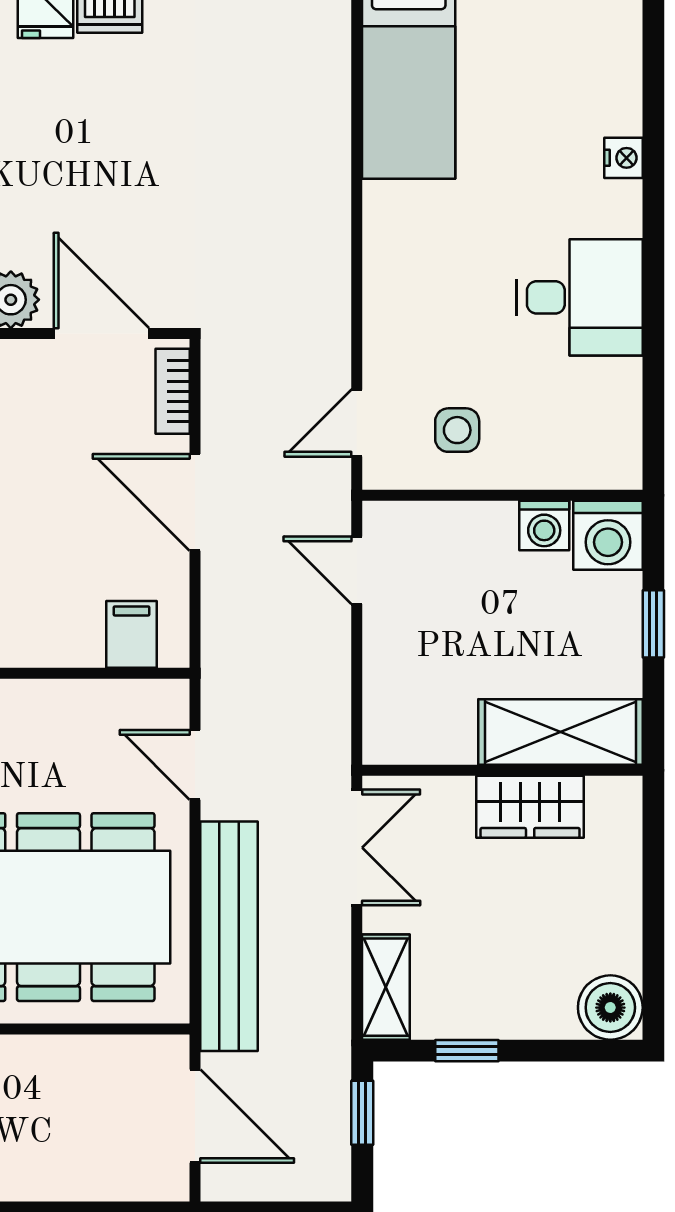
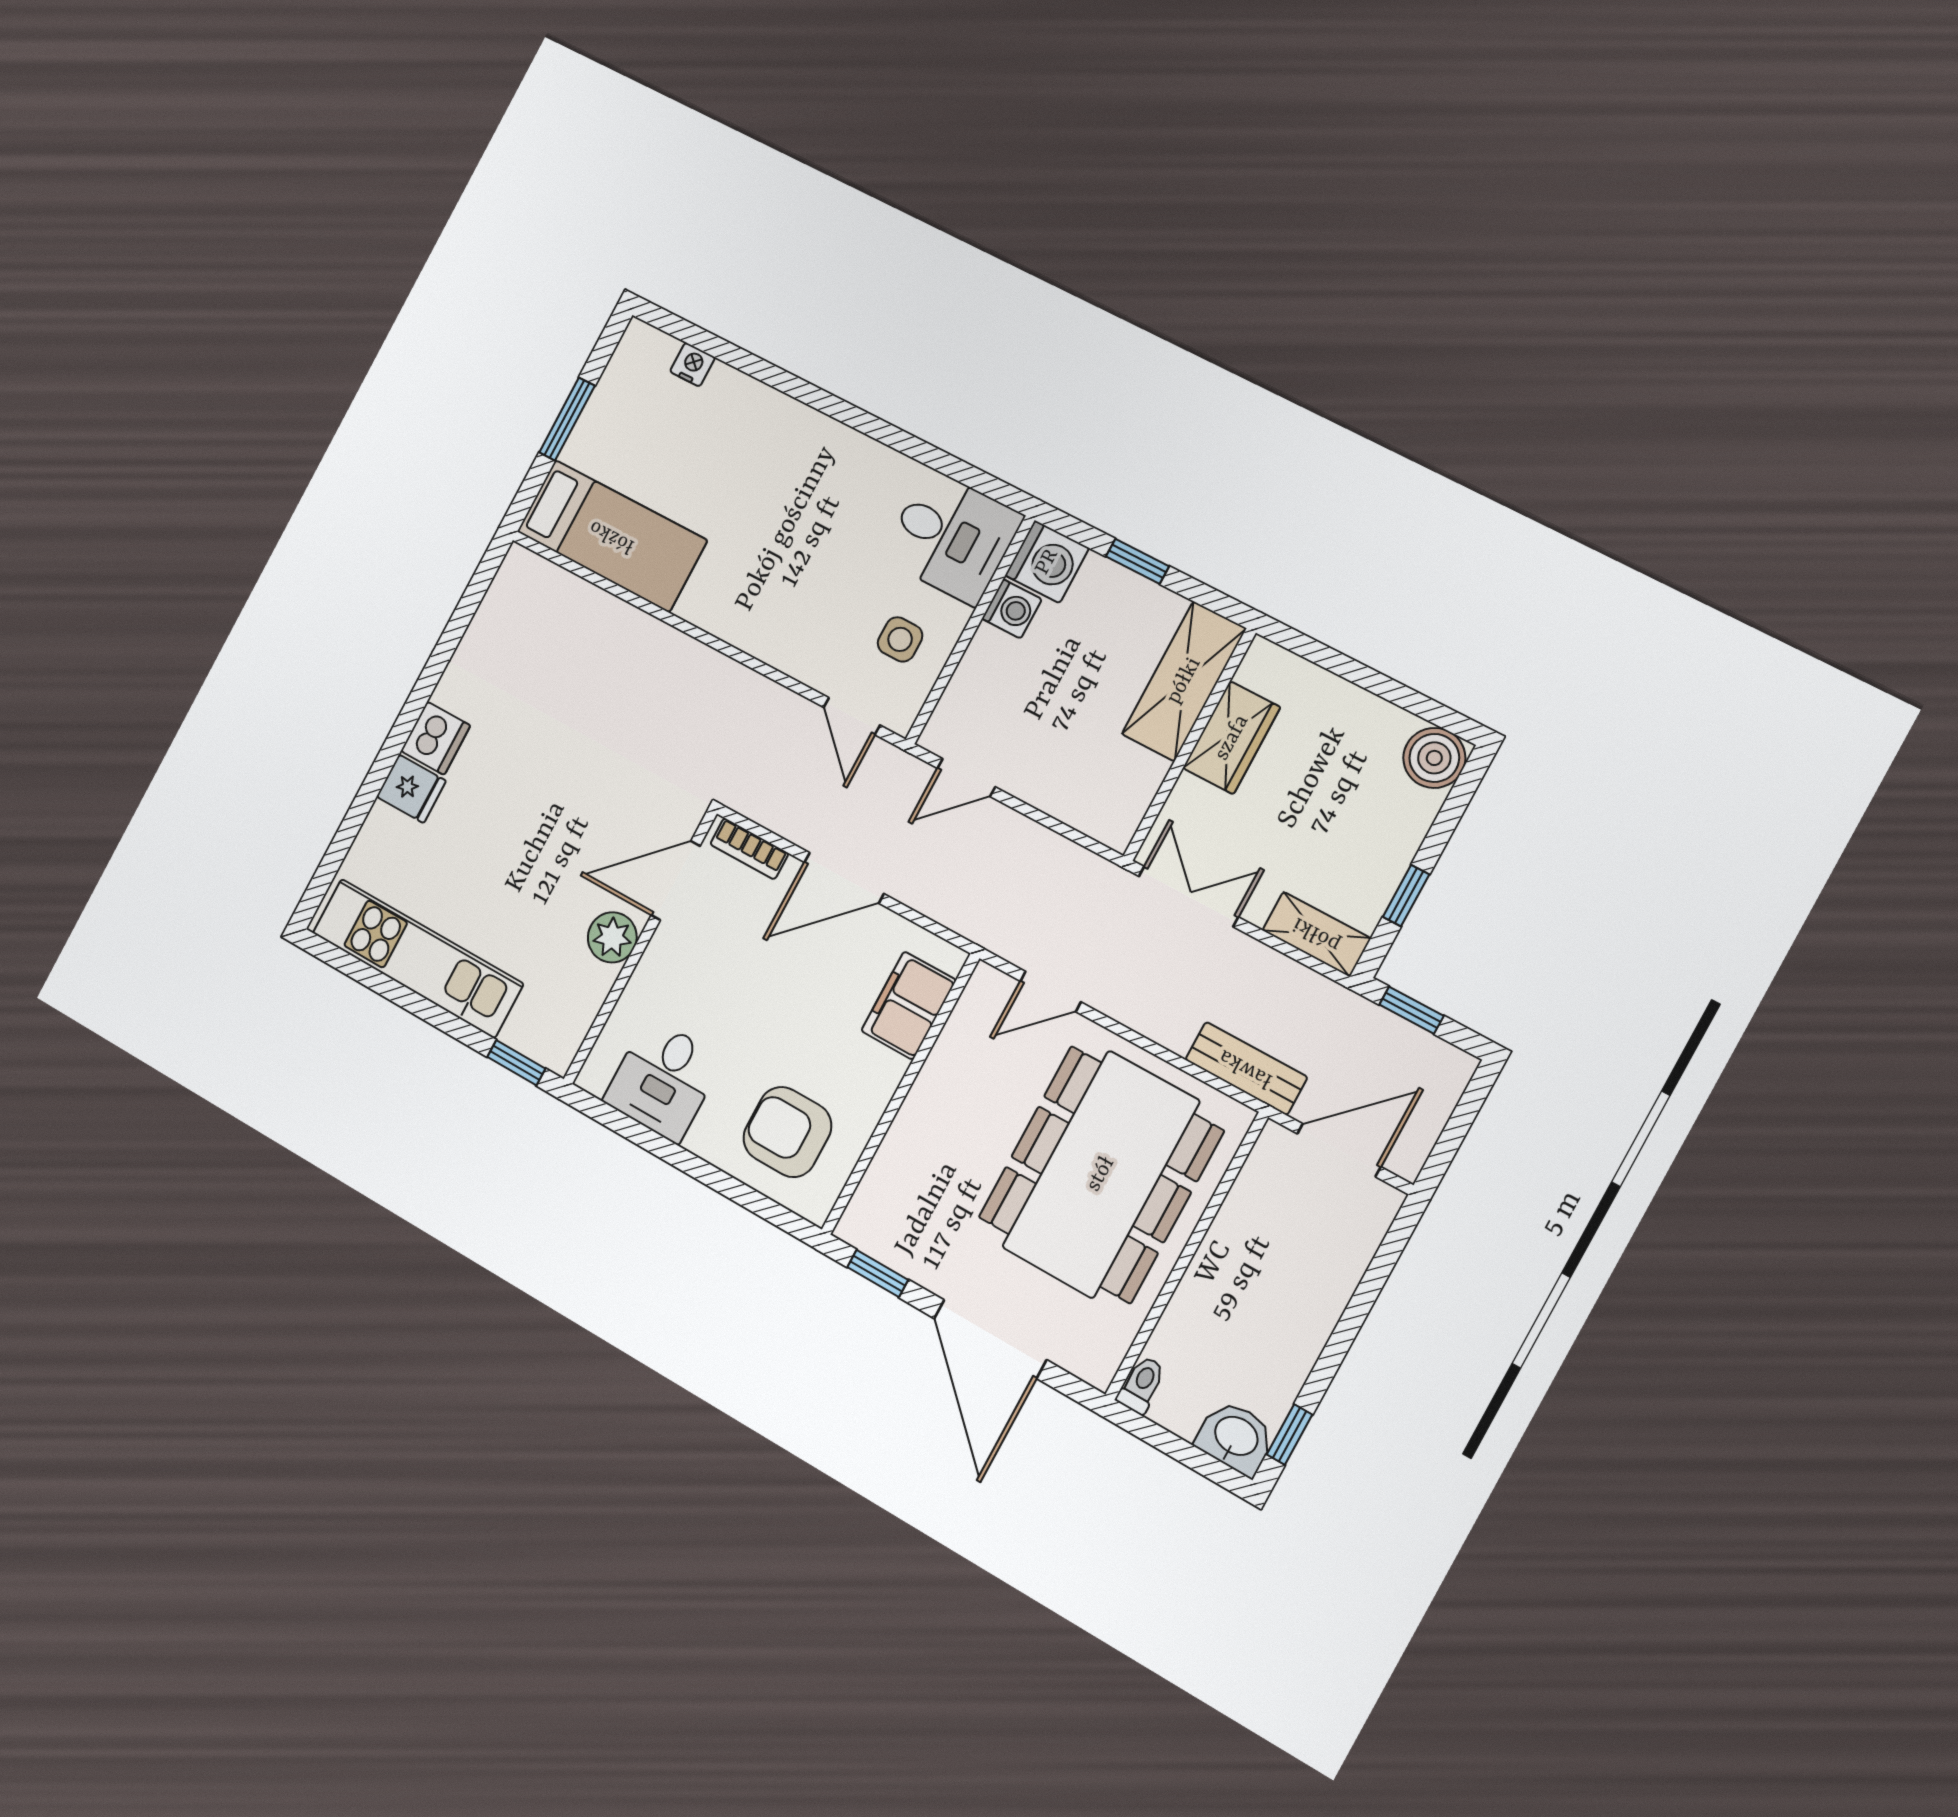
nightstand: (623, 158) -> (693, 364), moved
desk: (580, 297) -> (952, 537), moved, turned 90
filing cabinet: (132, 634) -> (909, 1005), width x2.00
bench: (229, 936) -> (1246, 1068), width x0.54, depth x0.82

